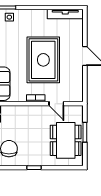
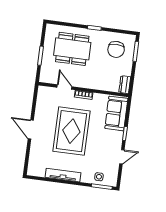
tv unit: (65, 14) -> (63, 175), moved
dining table: (66, 140) -> (72, 49), moved, turned 90

